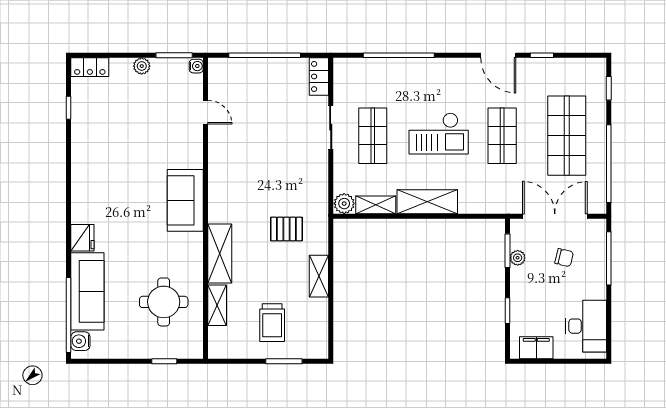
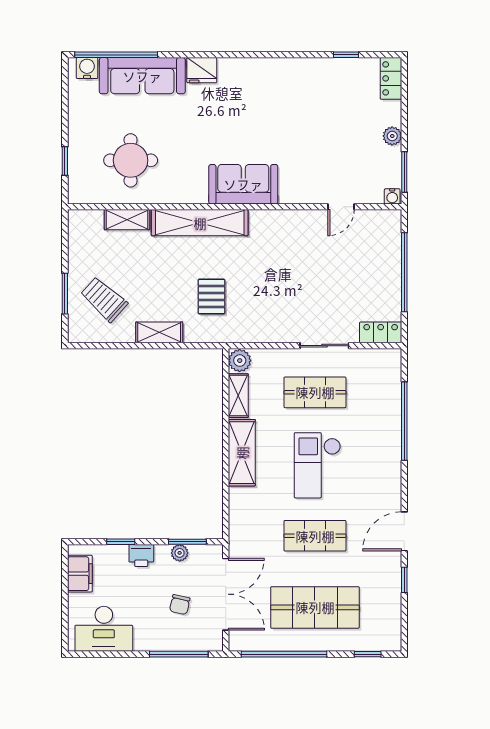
shelving: (220, 254) -> (200, 223), width x1.47
printer: (520, 292) -> (141, 556), added
trolley: (272, 323) -> (104, 299), moved, turned 42

